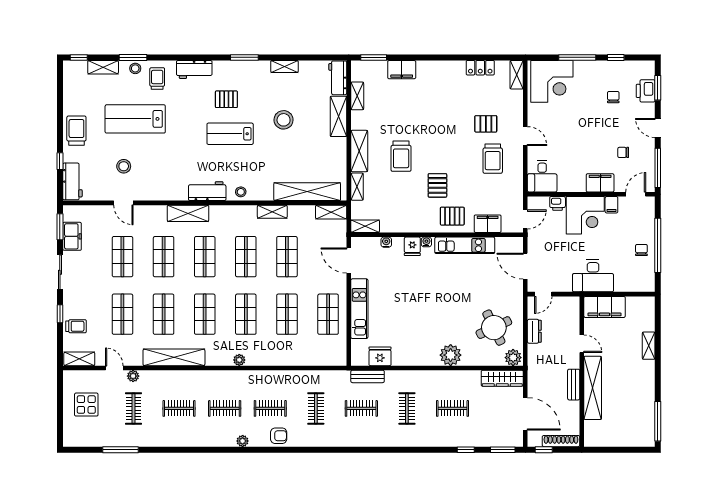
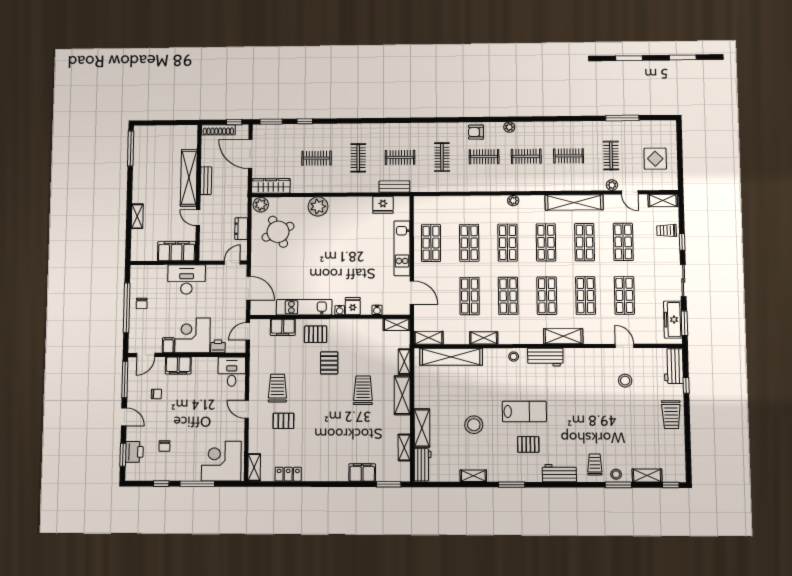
trolley: (157, 79) -> (595, 464), turned 180
lab bench: (135, 119) -> (615, 426), removed
freezer: (72, 236) -> (673, 320), width x1.40

